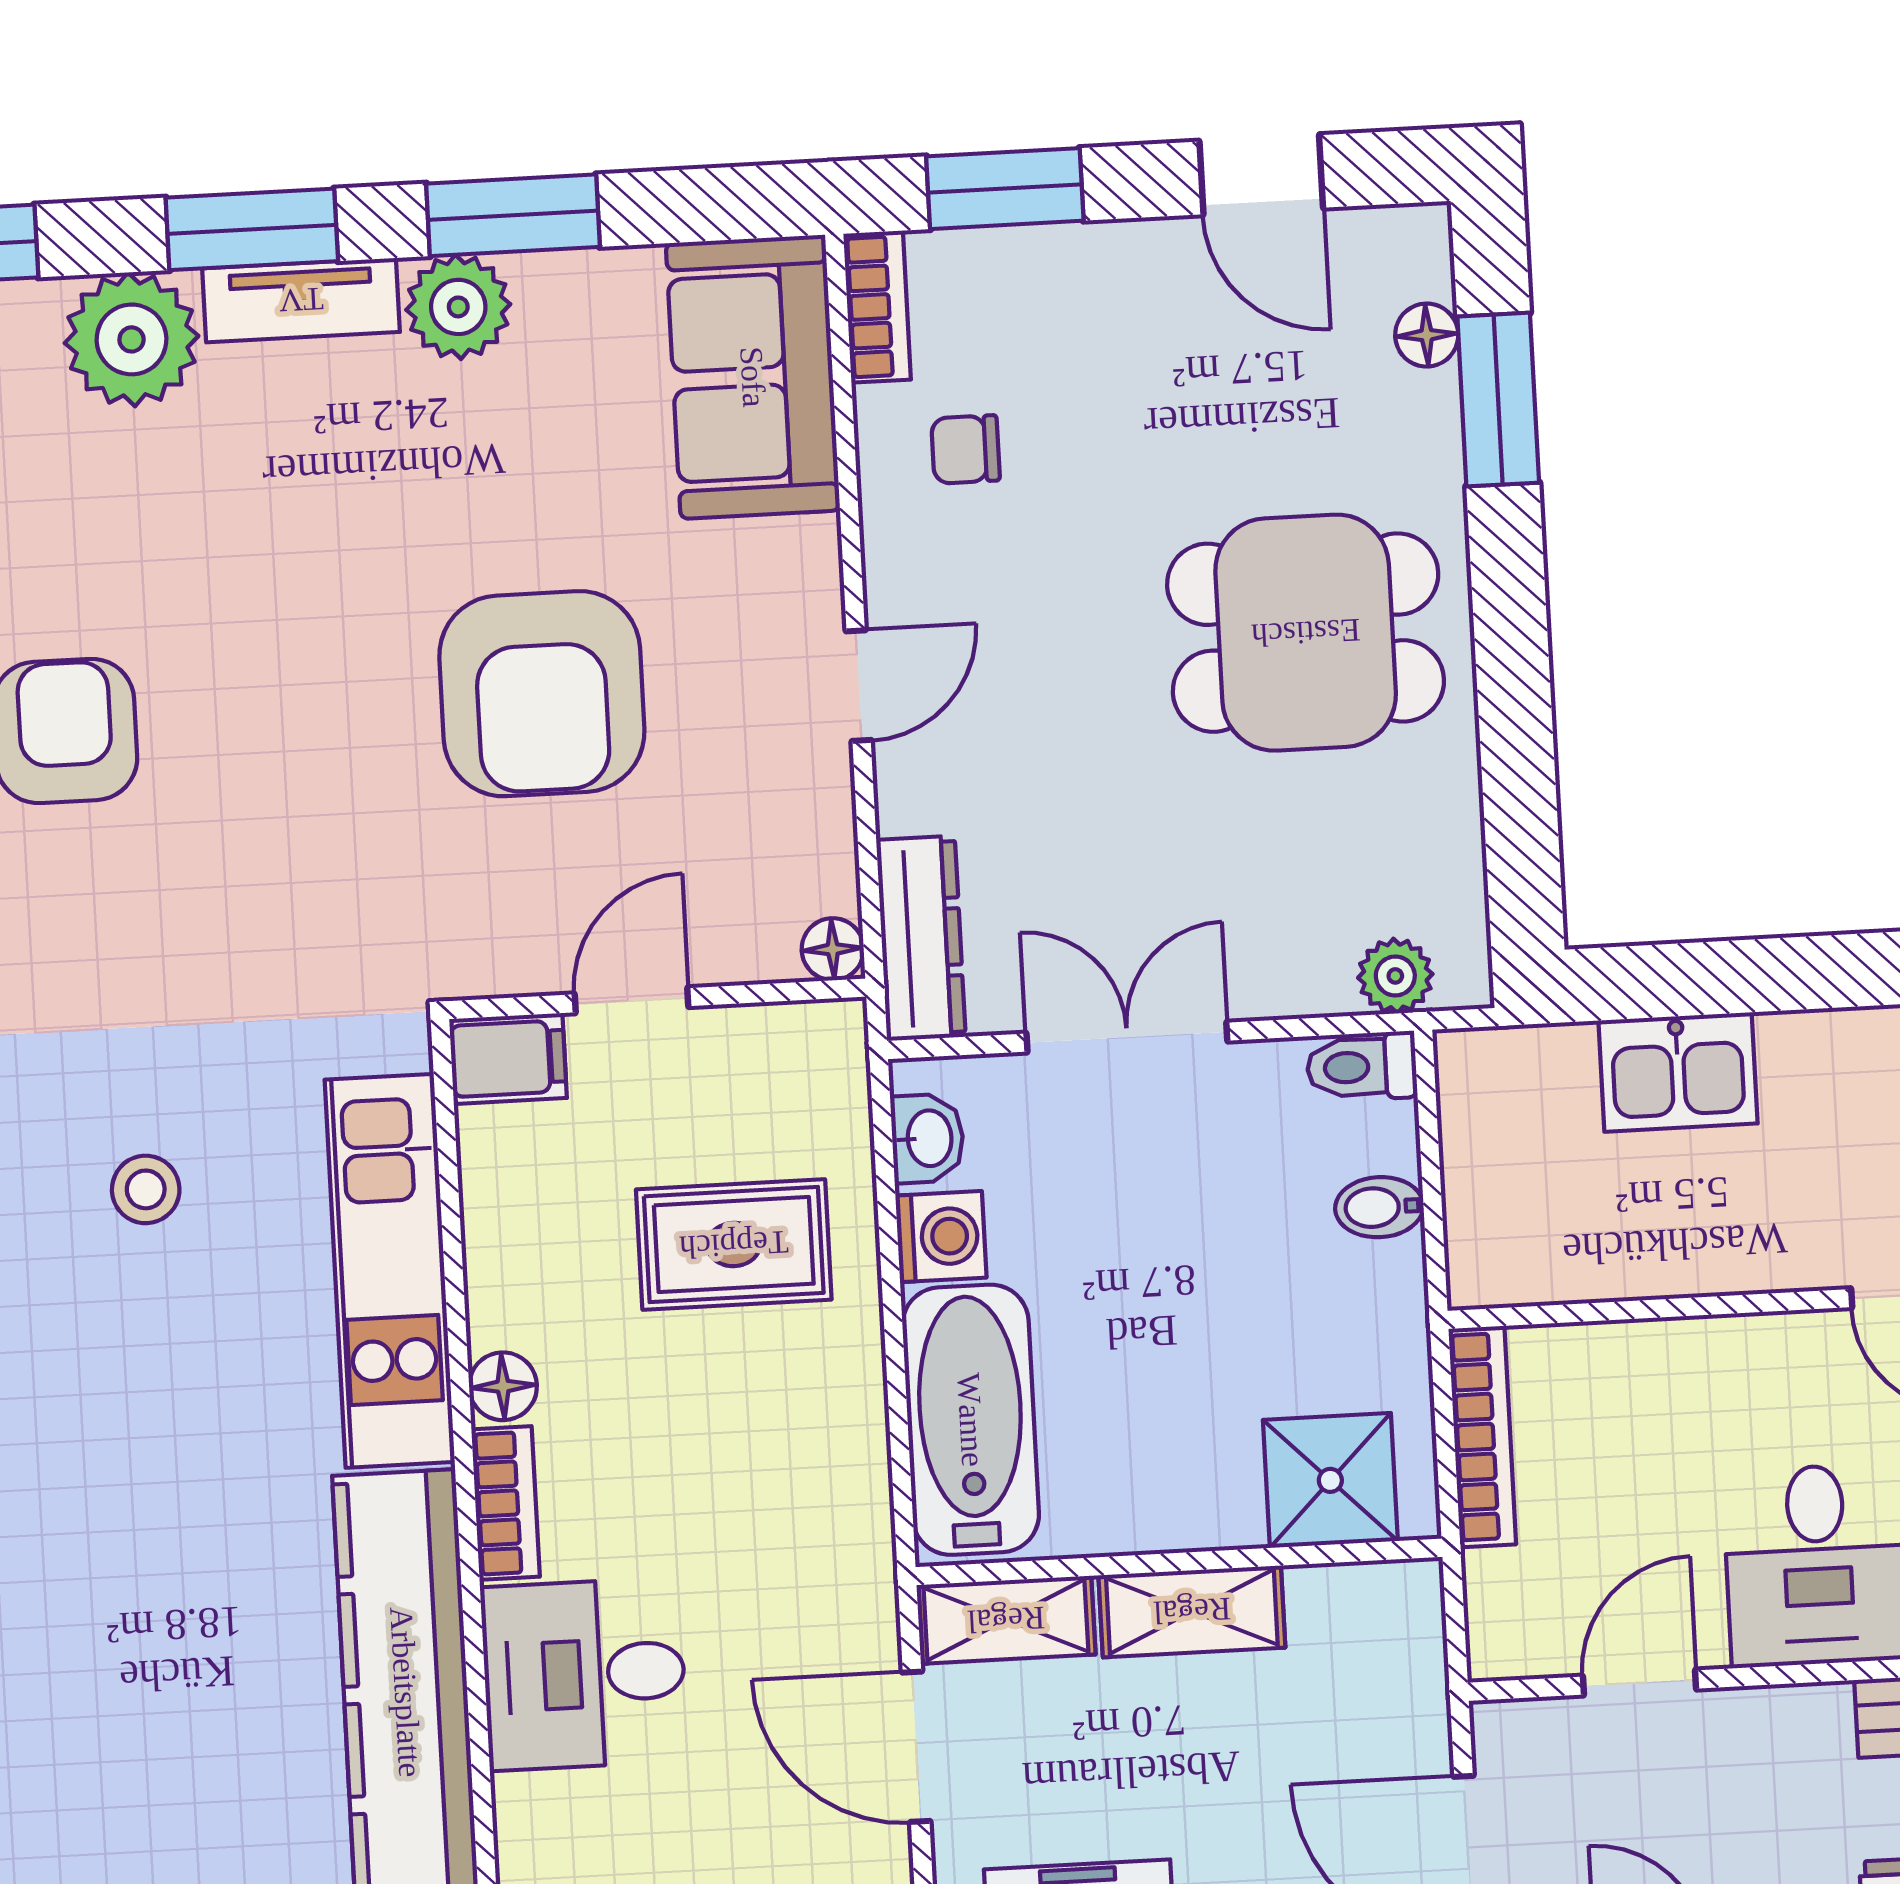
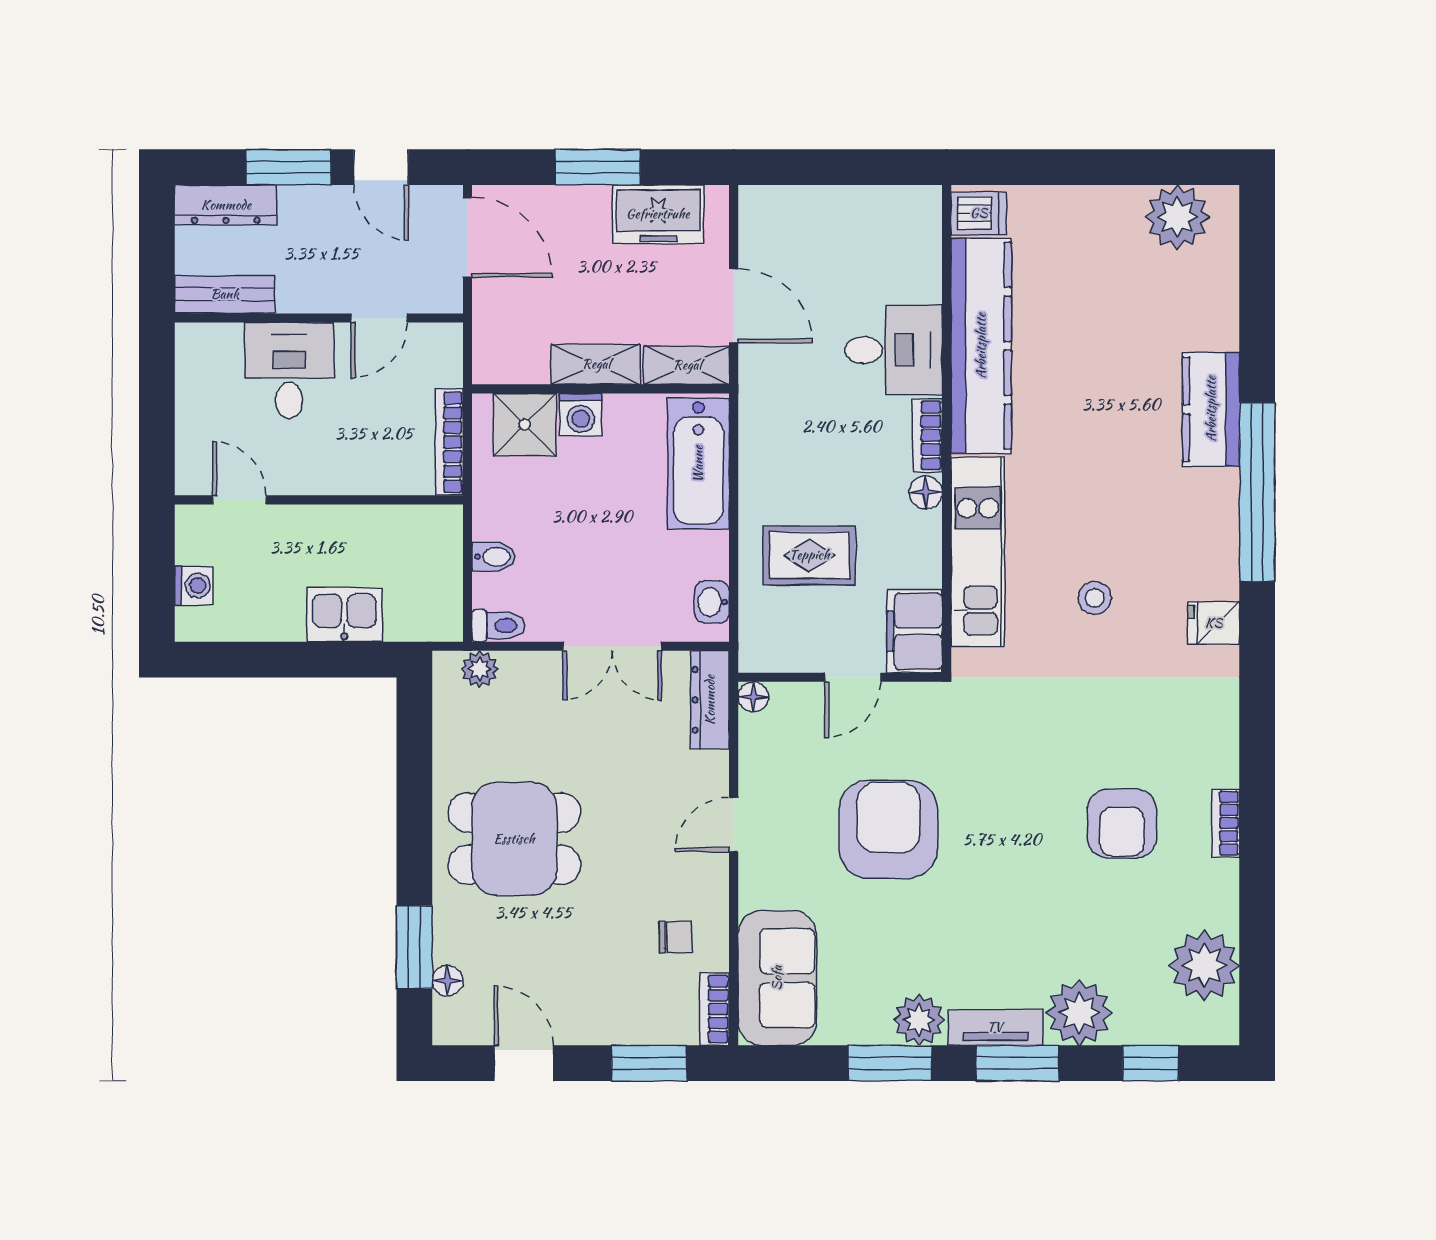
filing cabinet: (508, 1059) -> (915, 631), width x2.00
washing machine: (941, 1237) -> (581, 415), moved, turned -90

